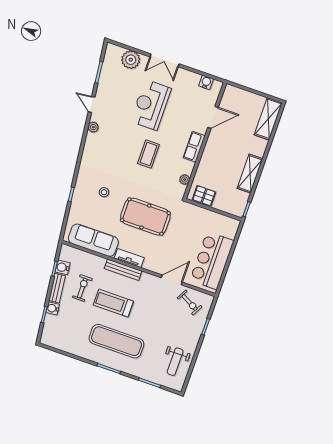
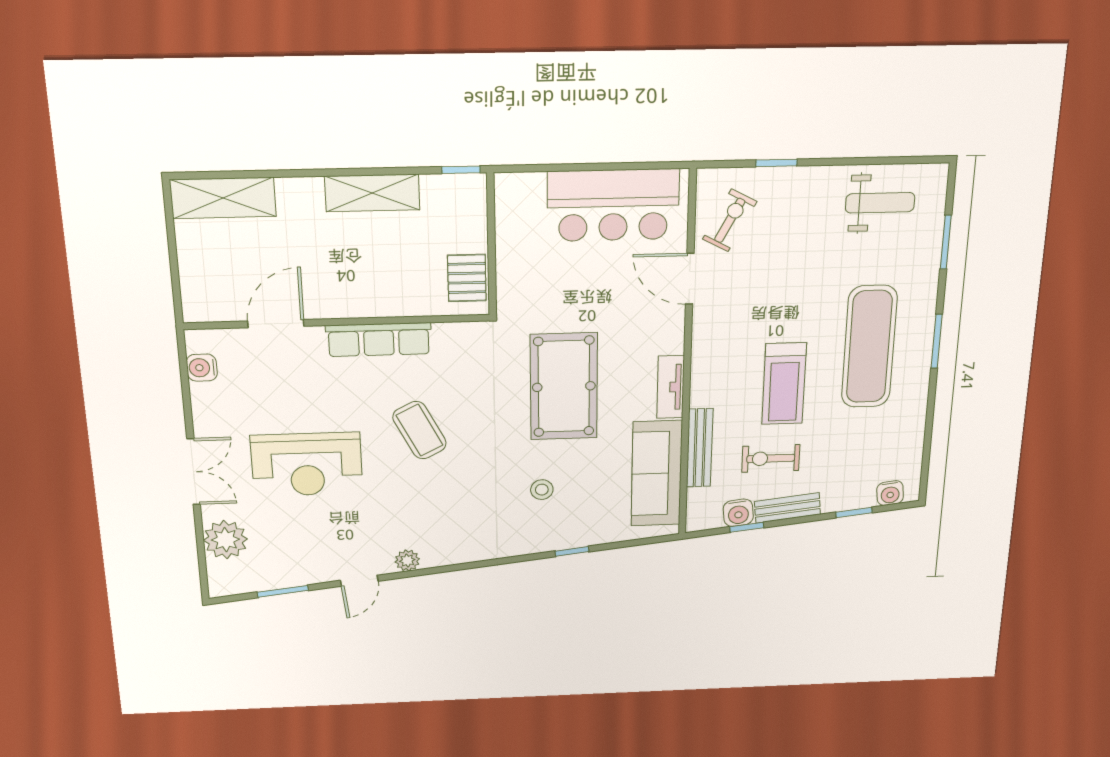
door: (213, 117) -> (276, 324), hinge flipped
row of seats: (194, 147) -> (379, 340), width x1.48
coffee table: (148, 154) -> (419, 430), turned 63
plant: (185, 180) -> (446, 334), removed
bench: (123, 270) -> (700, 448), moved
water cooler: (53, 308) -> (890, 493), moved

